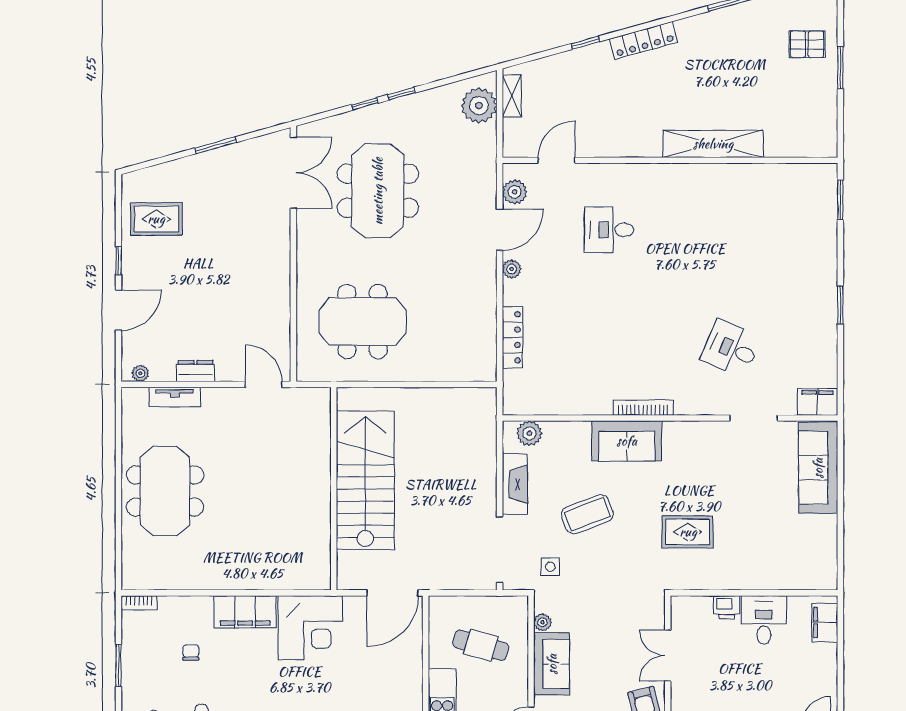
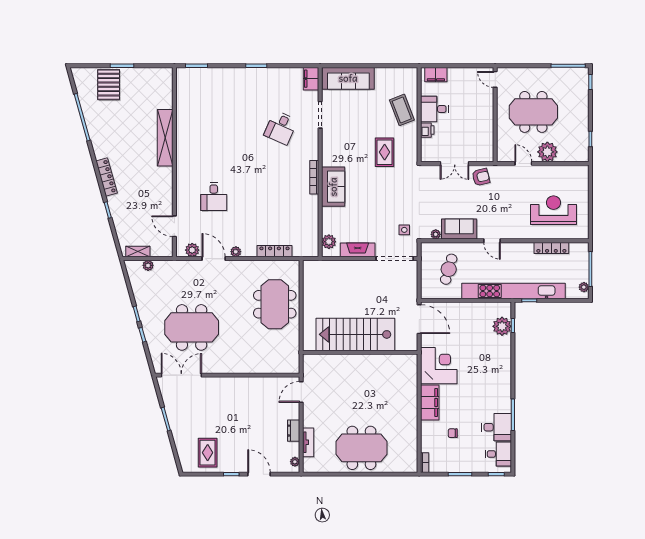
pallet: (807, 44) -> (109, 85), width x1.50, depth x1.42
plant: (479, 106) -> (148, 265), width x0.53, depth x0.53
meeting table: (362, 322) -> (275, 304), moved
coffee table: (587, 514) -> (402, 110), moved

